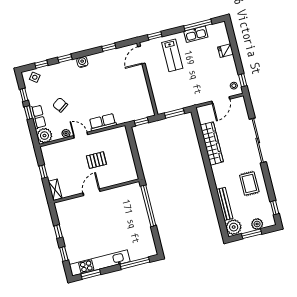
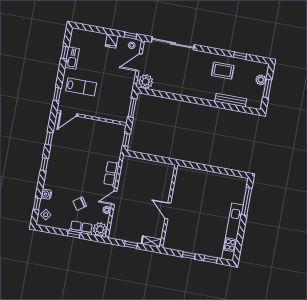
window: (198, 25) -> (65, 53), width x0.46
fridge: (226, 51) -> (112, 41), moved
door: (141, 55) -> (69, 113), hinge flipped
window: (65, 58) -> (44, 164), moved
water cooler: (82, 62) -> (46, 194), moved
window: (24, 95) -> (57, 231), removed
door: (221, 100) -> (139, 62), swing flipped
sliding door: (258, 141) -> (173, 43), moved
wardrobe: (212, 143) -> (173, 87), removed
pallet: (96, 160) -> (142, 194), removed
window: (148, 206) -> (202, 167), removed
window: (275, 208) -> (240, 56), moved
plant: (234, 227) -> (146, 81), moved
window: (91, 274) -> (239, 244), removed

